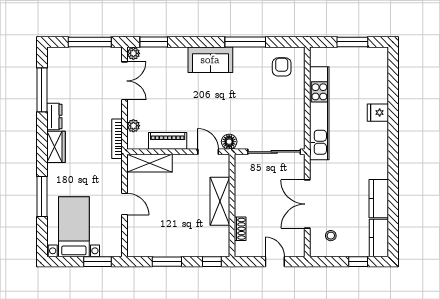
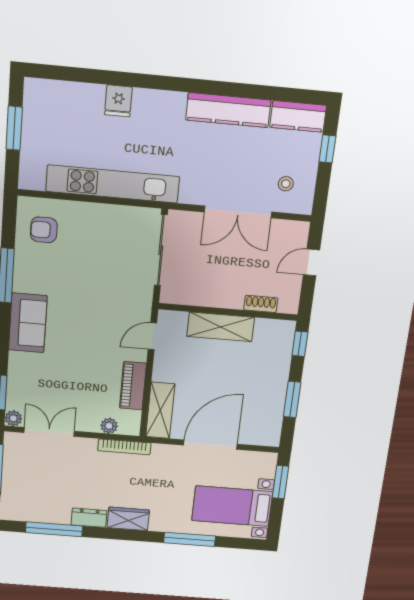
floor lamp: (229, 142) -> (141, 308), removed
kitchen counter: (379, 199) -> (228, 110), width x1.50
door: (125, 204) -> (210, 445), width x1.87

